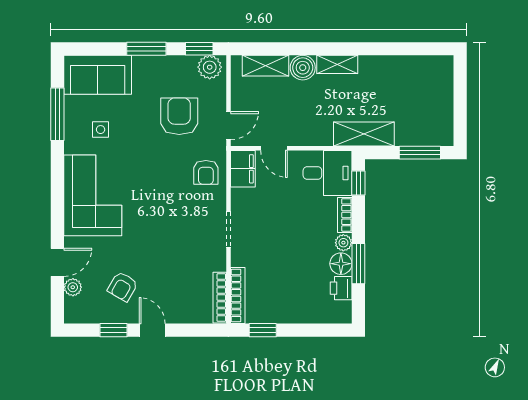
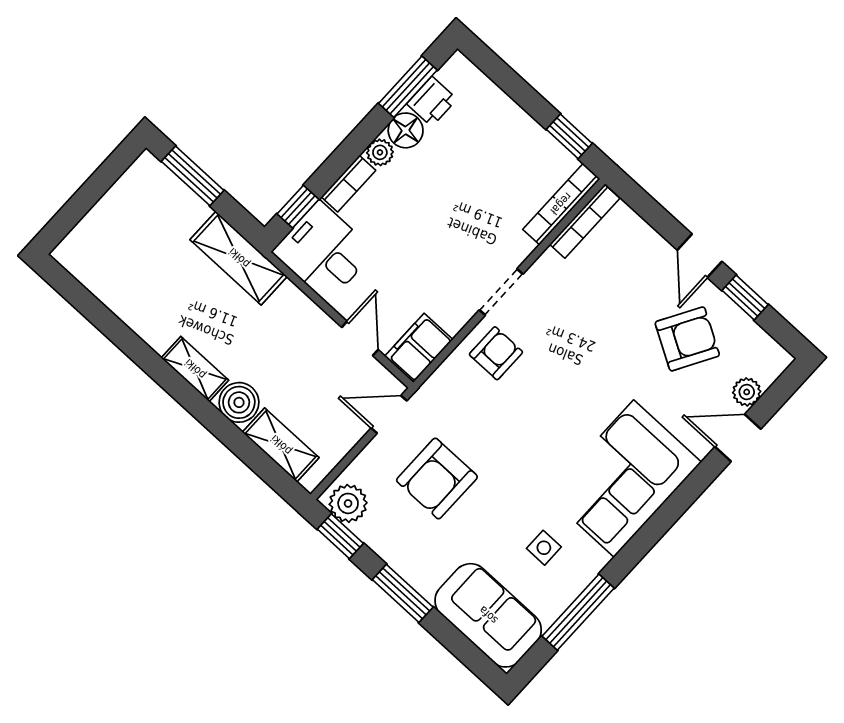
armchair: (206, 172) -> (496, 353), moved
window: (358, 264) -> (408, 87), moved
armchair: (123, 287) -> (687, 339), width x1.38, depth x1.38

